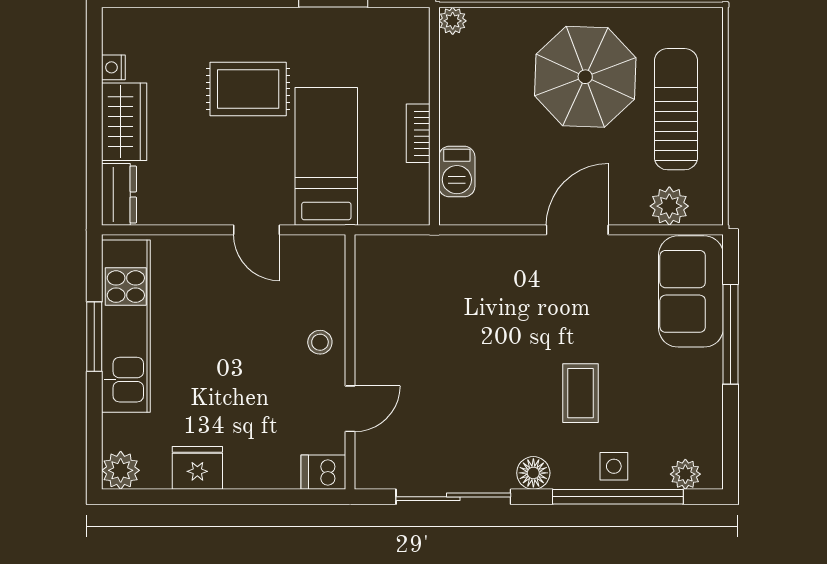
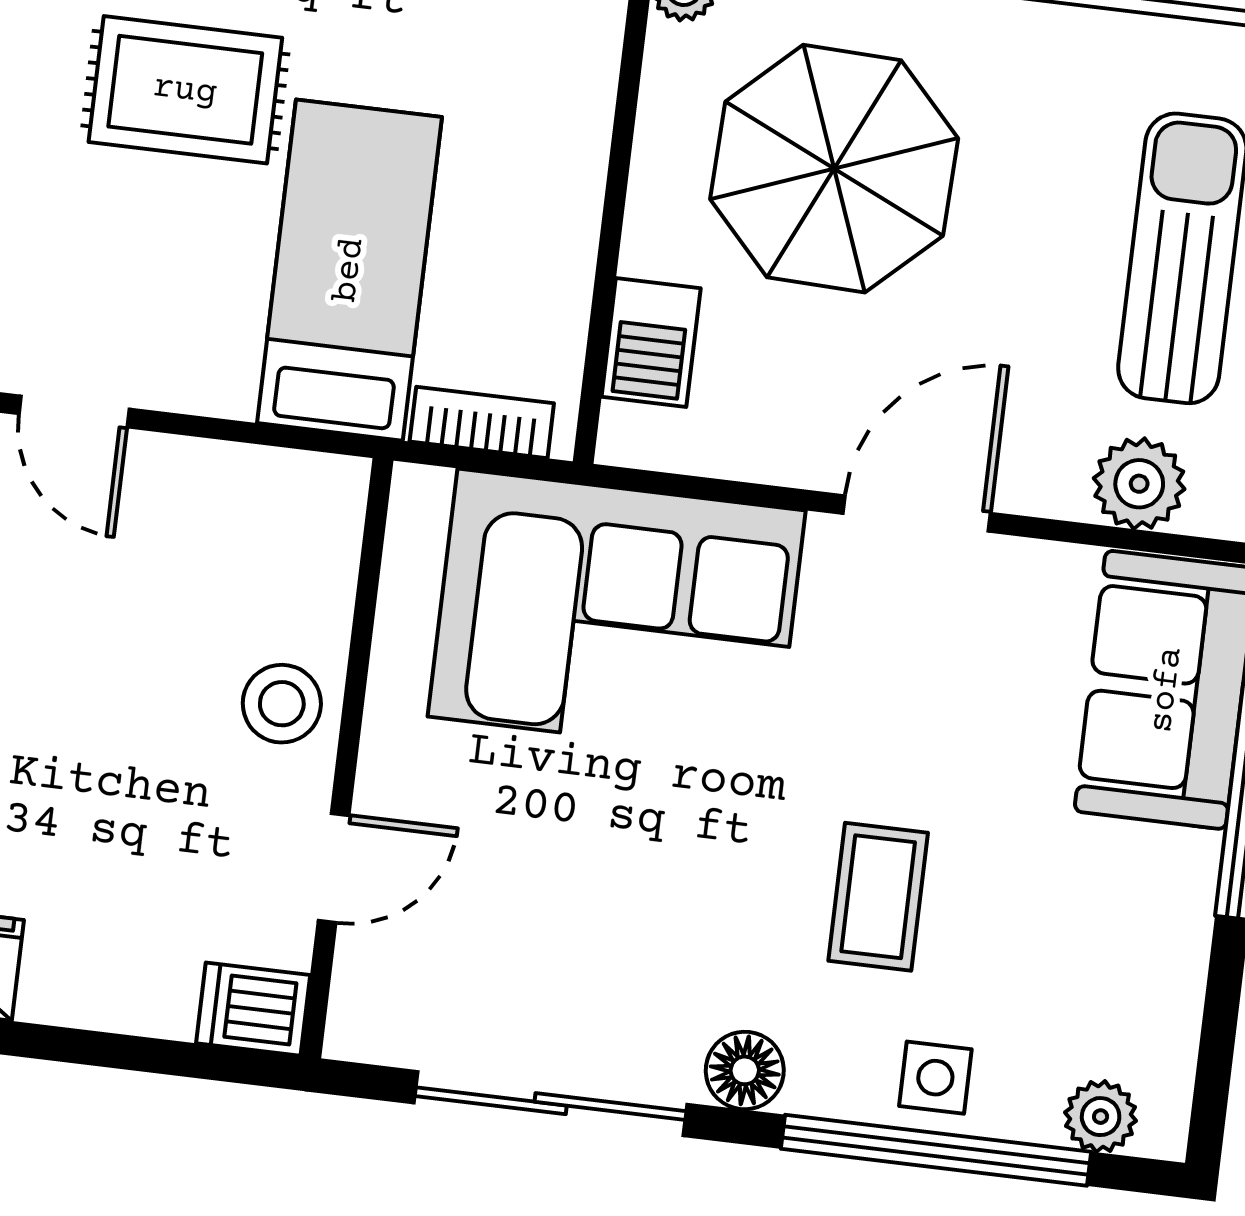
parasol: (585, 77) -> (834, 169), moved
bookcase: (418, 133) -> (482, 422), moved, turned 90
door: (256, 230) -> (74, 411), moved
corner sofa: (456, 287) -> (617, 614), added
stool: (320, 342) -> (282, 704), width x1.37, depth x1.37

